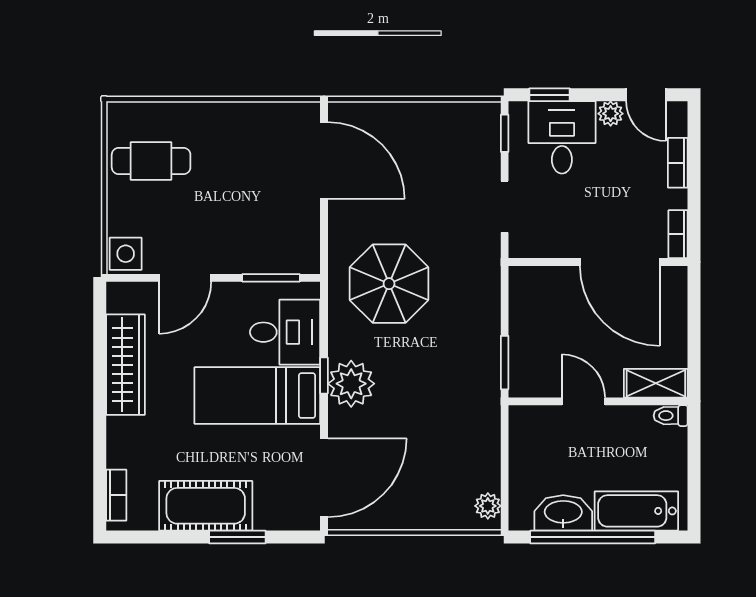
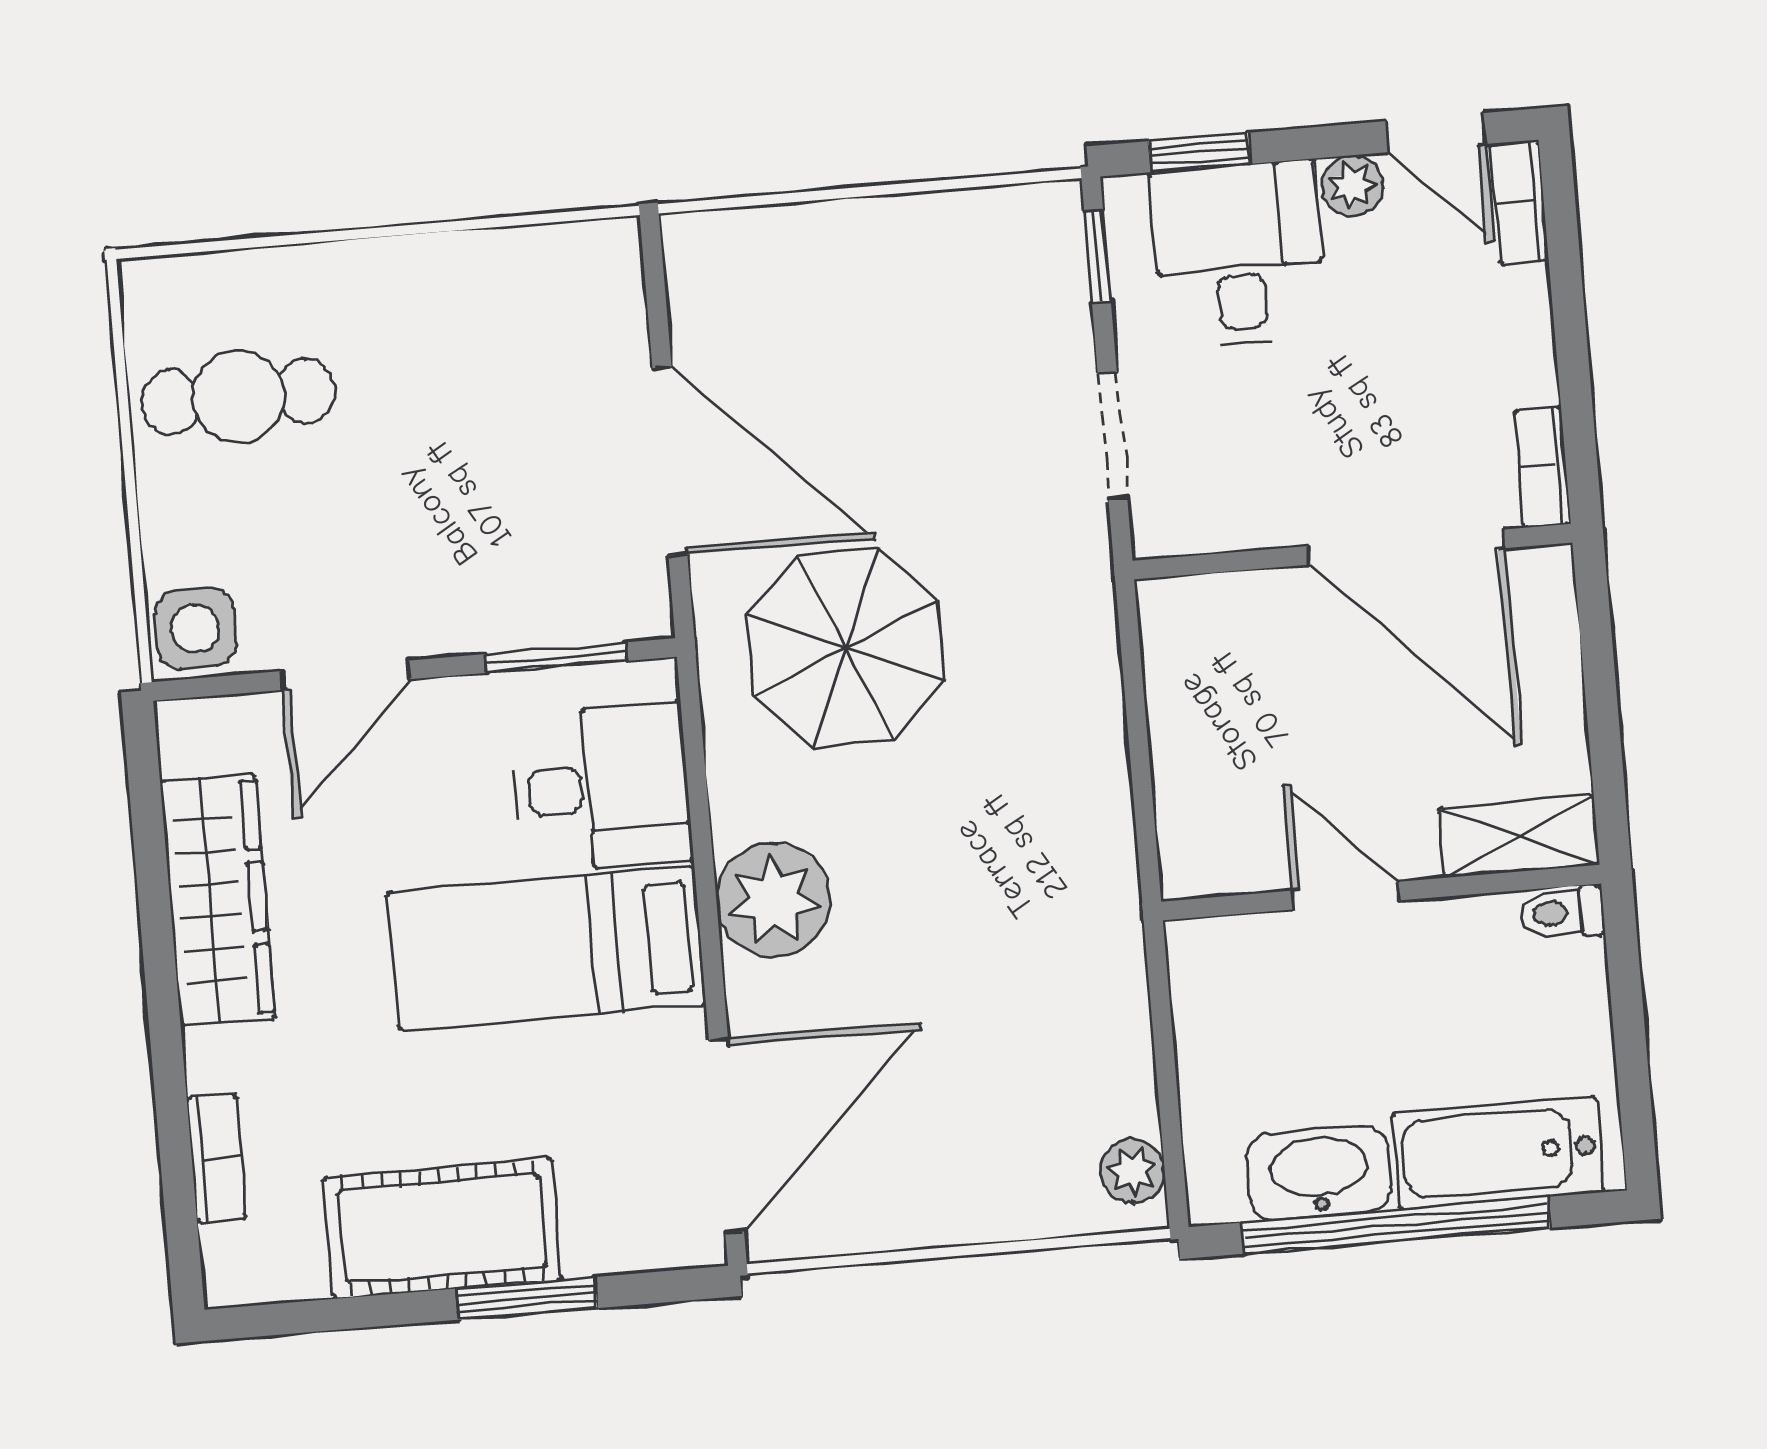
door: (324, 161) -> (670, 461), moved
bookcase: (678, 163) -> (1520, 202), moved
window: (505, 363) -> (1145, 817), removed
window: (324, 375) -> (706, 885), removed
bookcase: (116, 495) -> (217, 1158), moved

